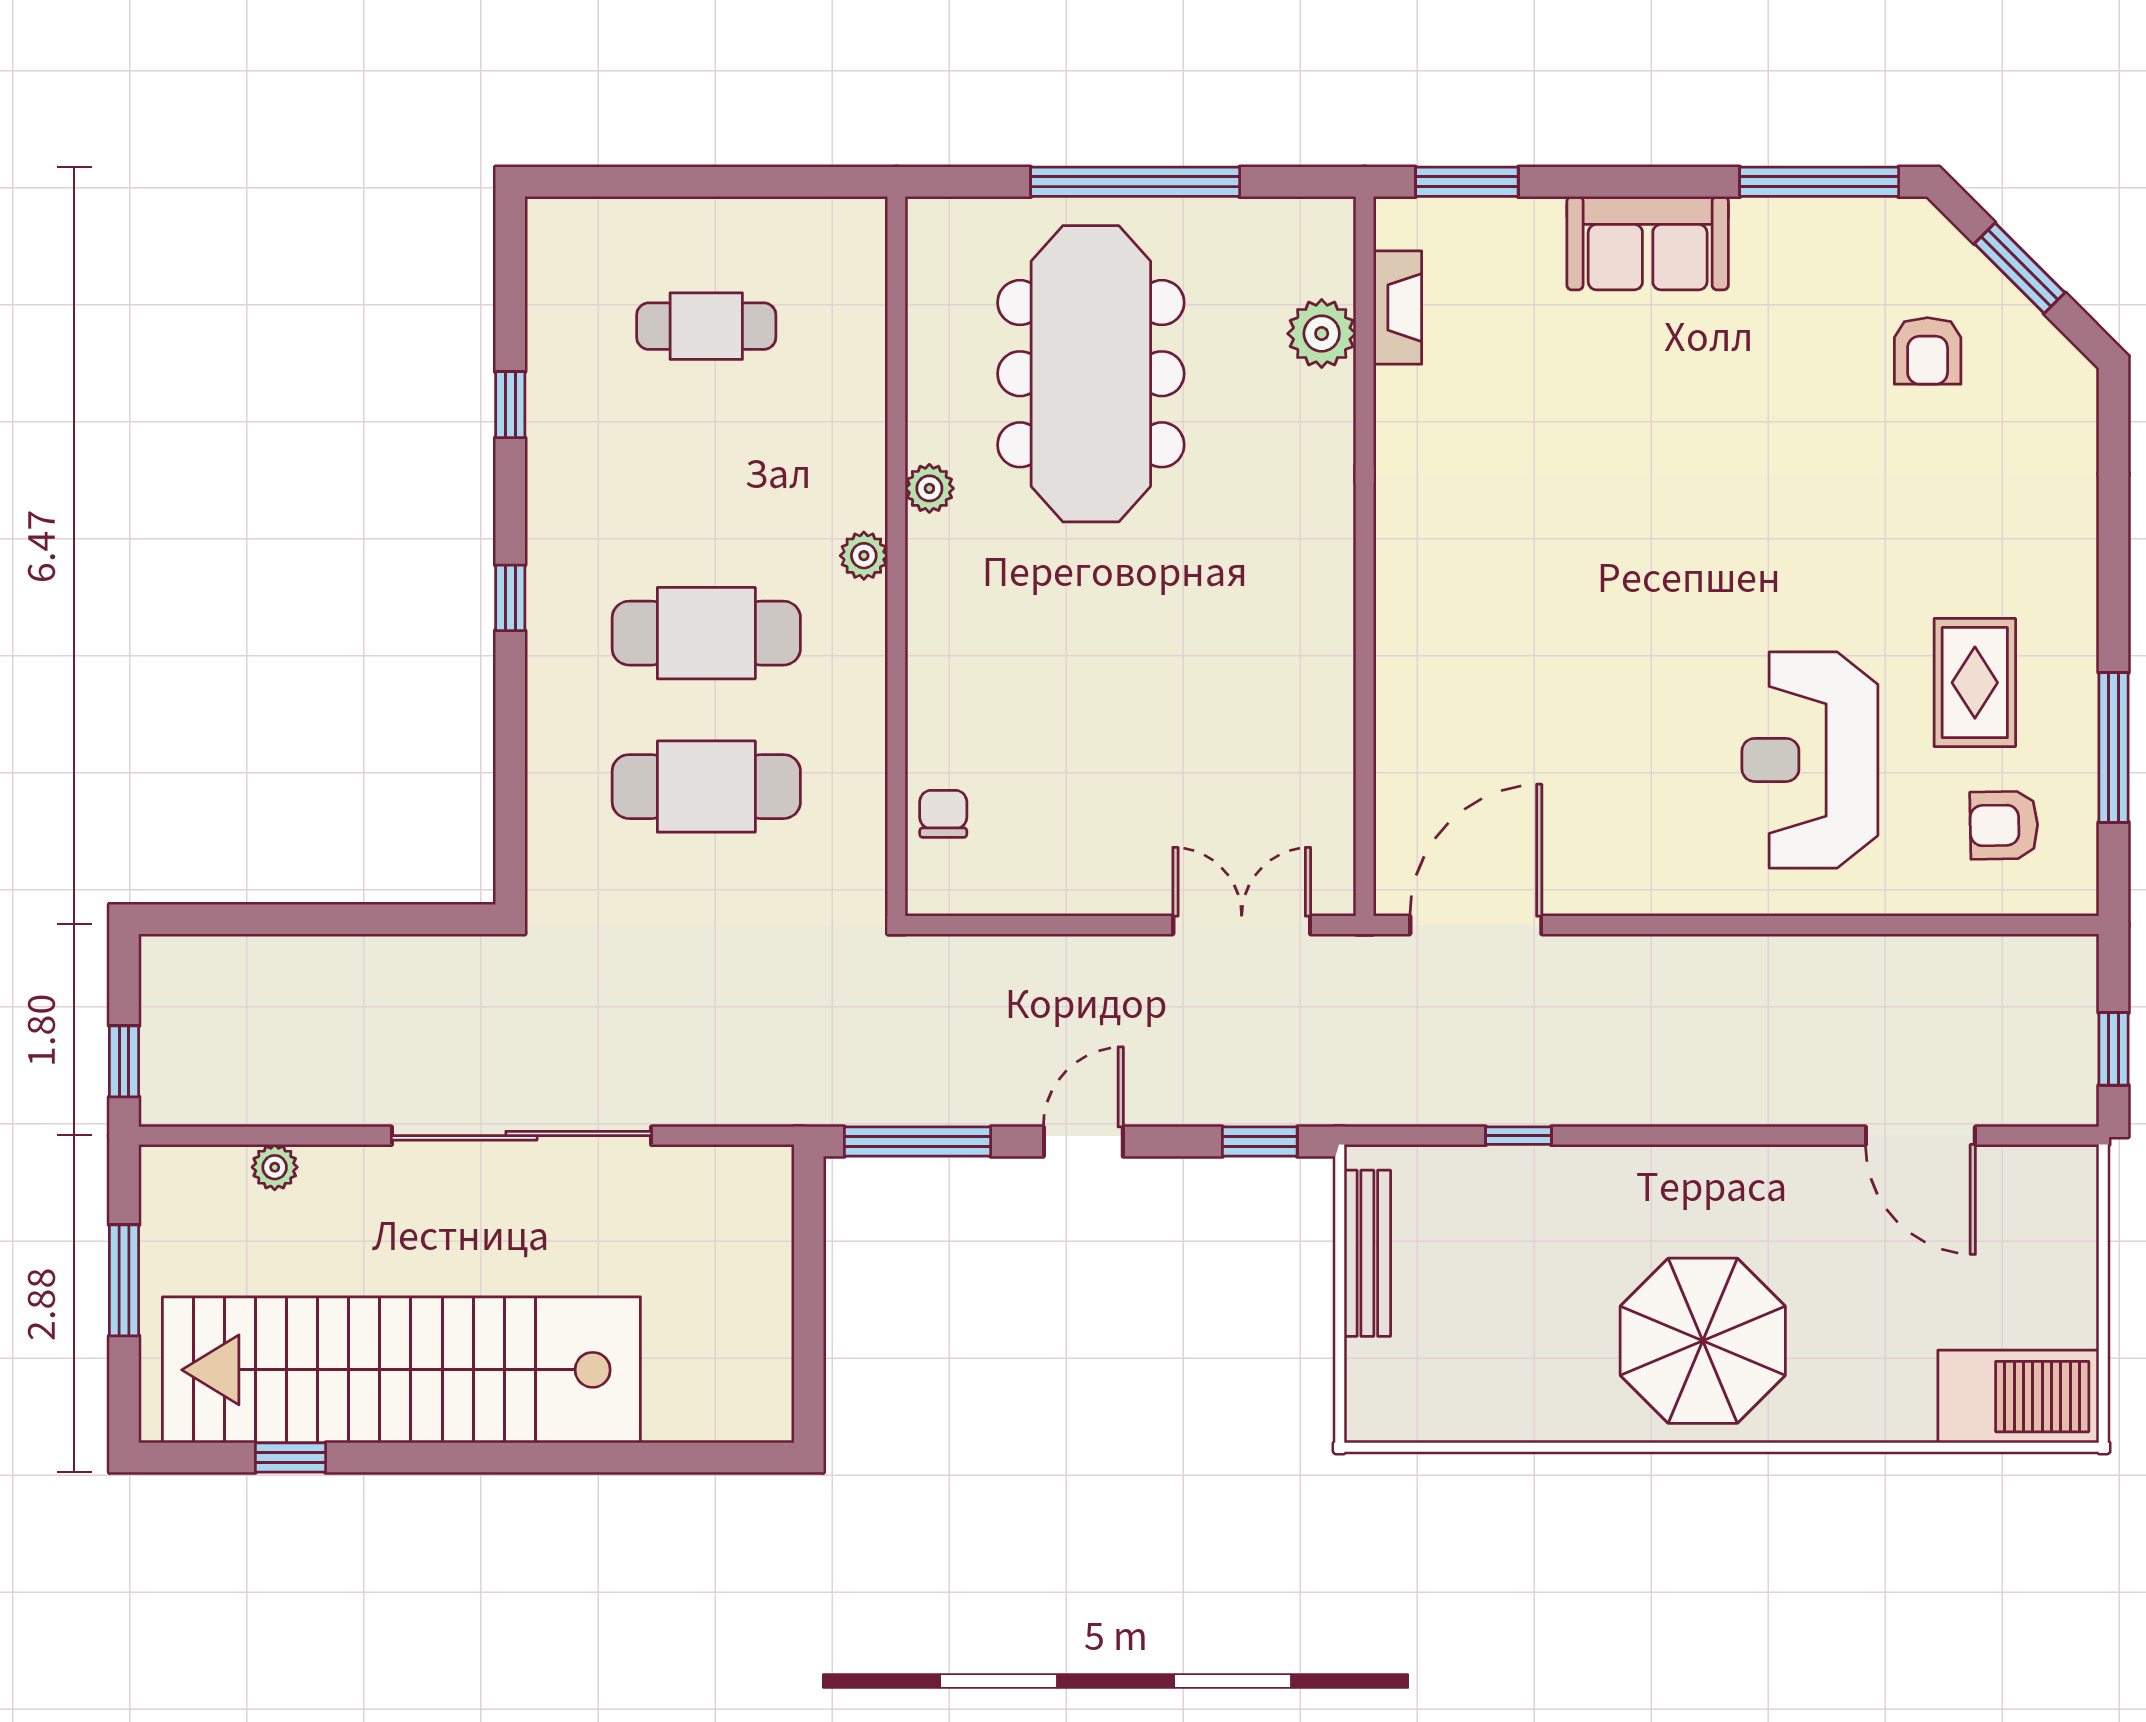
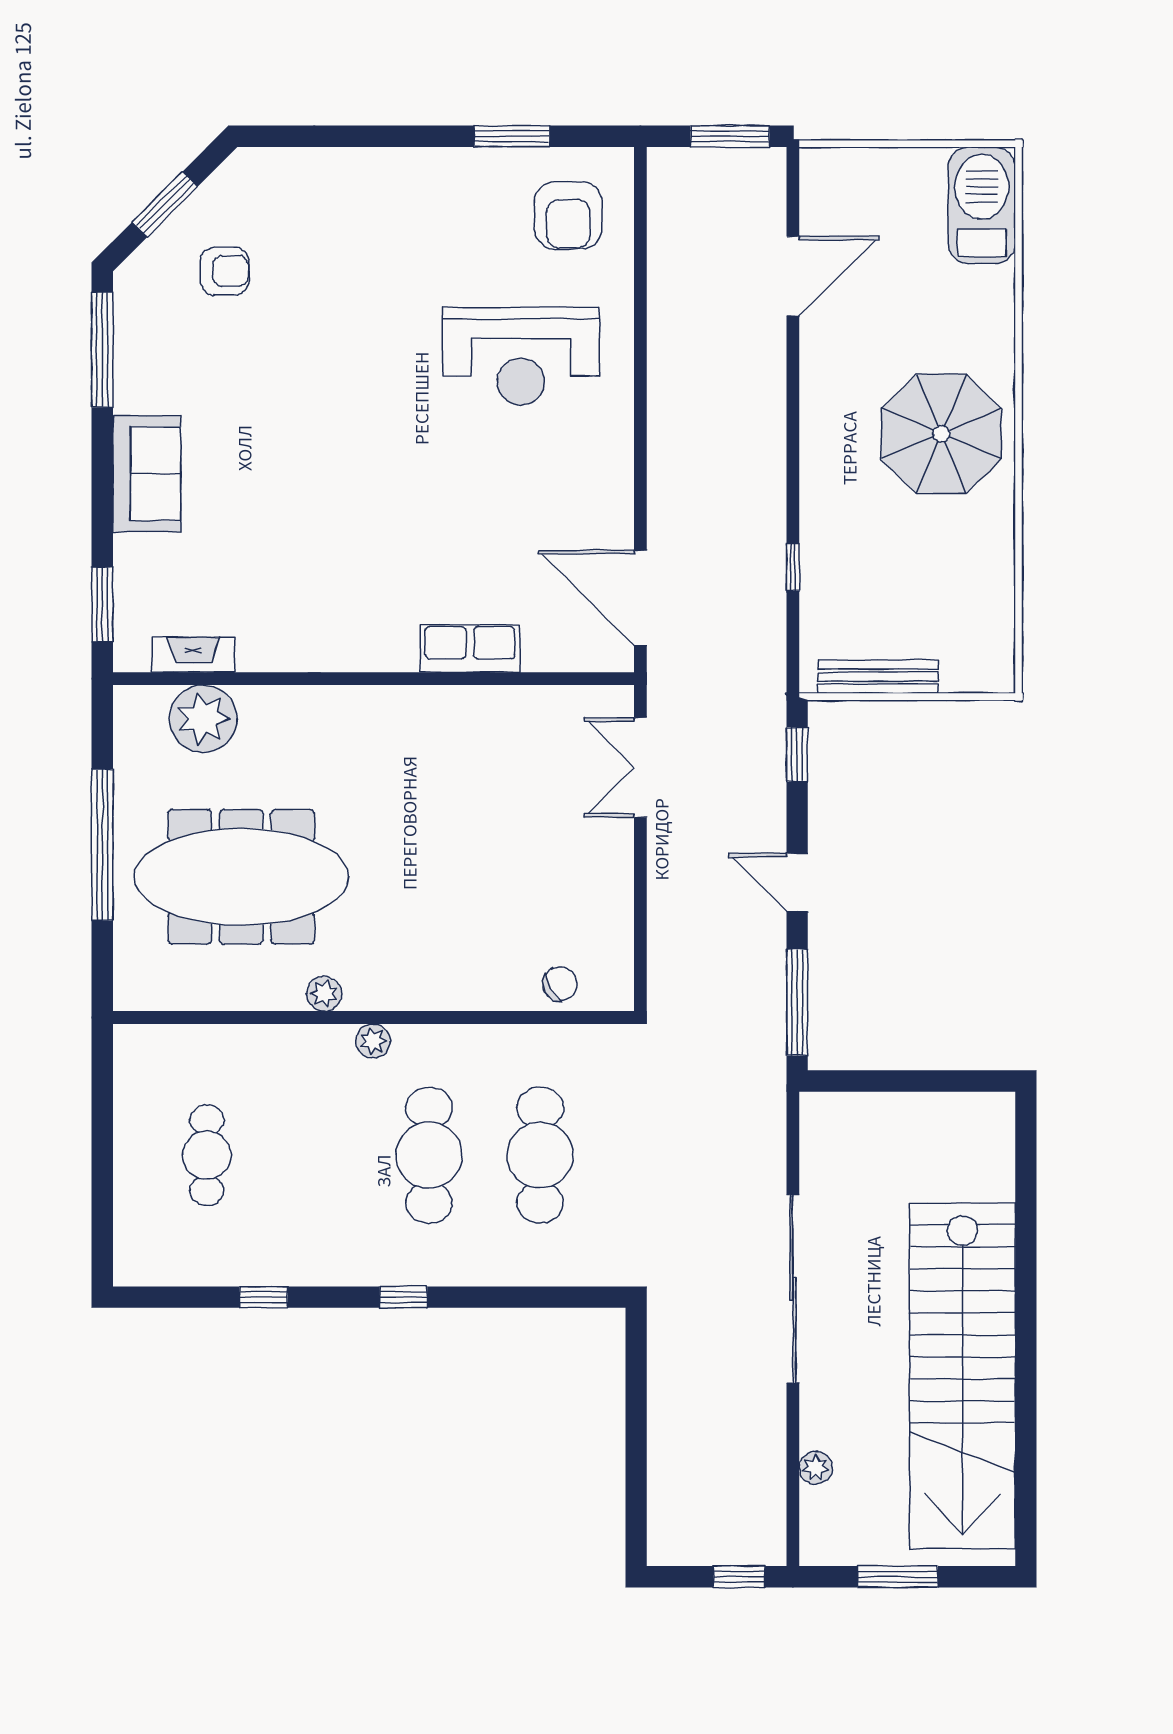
plant: (1322, 334) -> (203, 719), width x1.36, depth x1.36
rug: (1975, 683) -> (465, 237), removed
row of seats: (1406, 690) -> (470, 648), added
window: (2114, 747) -> (512, 136), width x0.69
chair: (943, 814) -> (560, 984), turned 150
armchair: (2004, 825) -> (568, 216), width x1.38, depth x1.38
window: (2114, 1049) -> (730, 136), width x1.50
window: (290, 1458) -> (1026, 1456), removed

